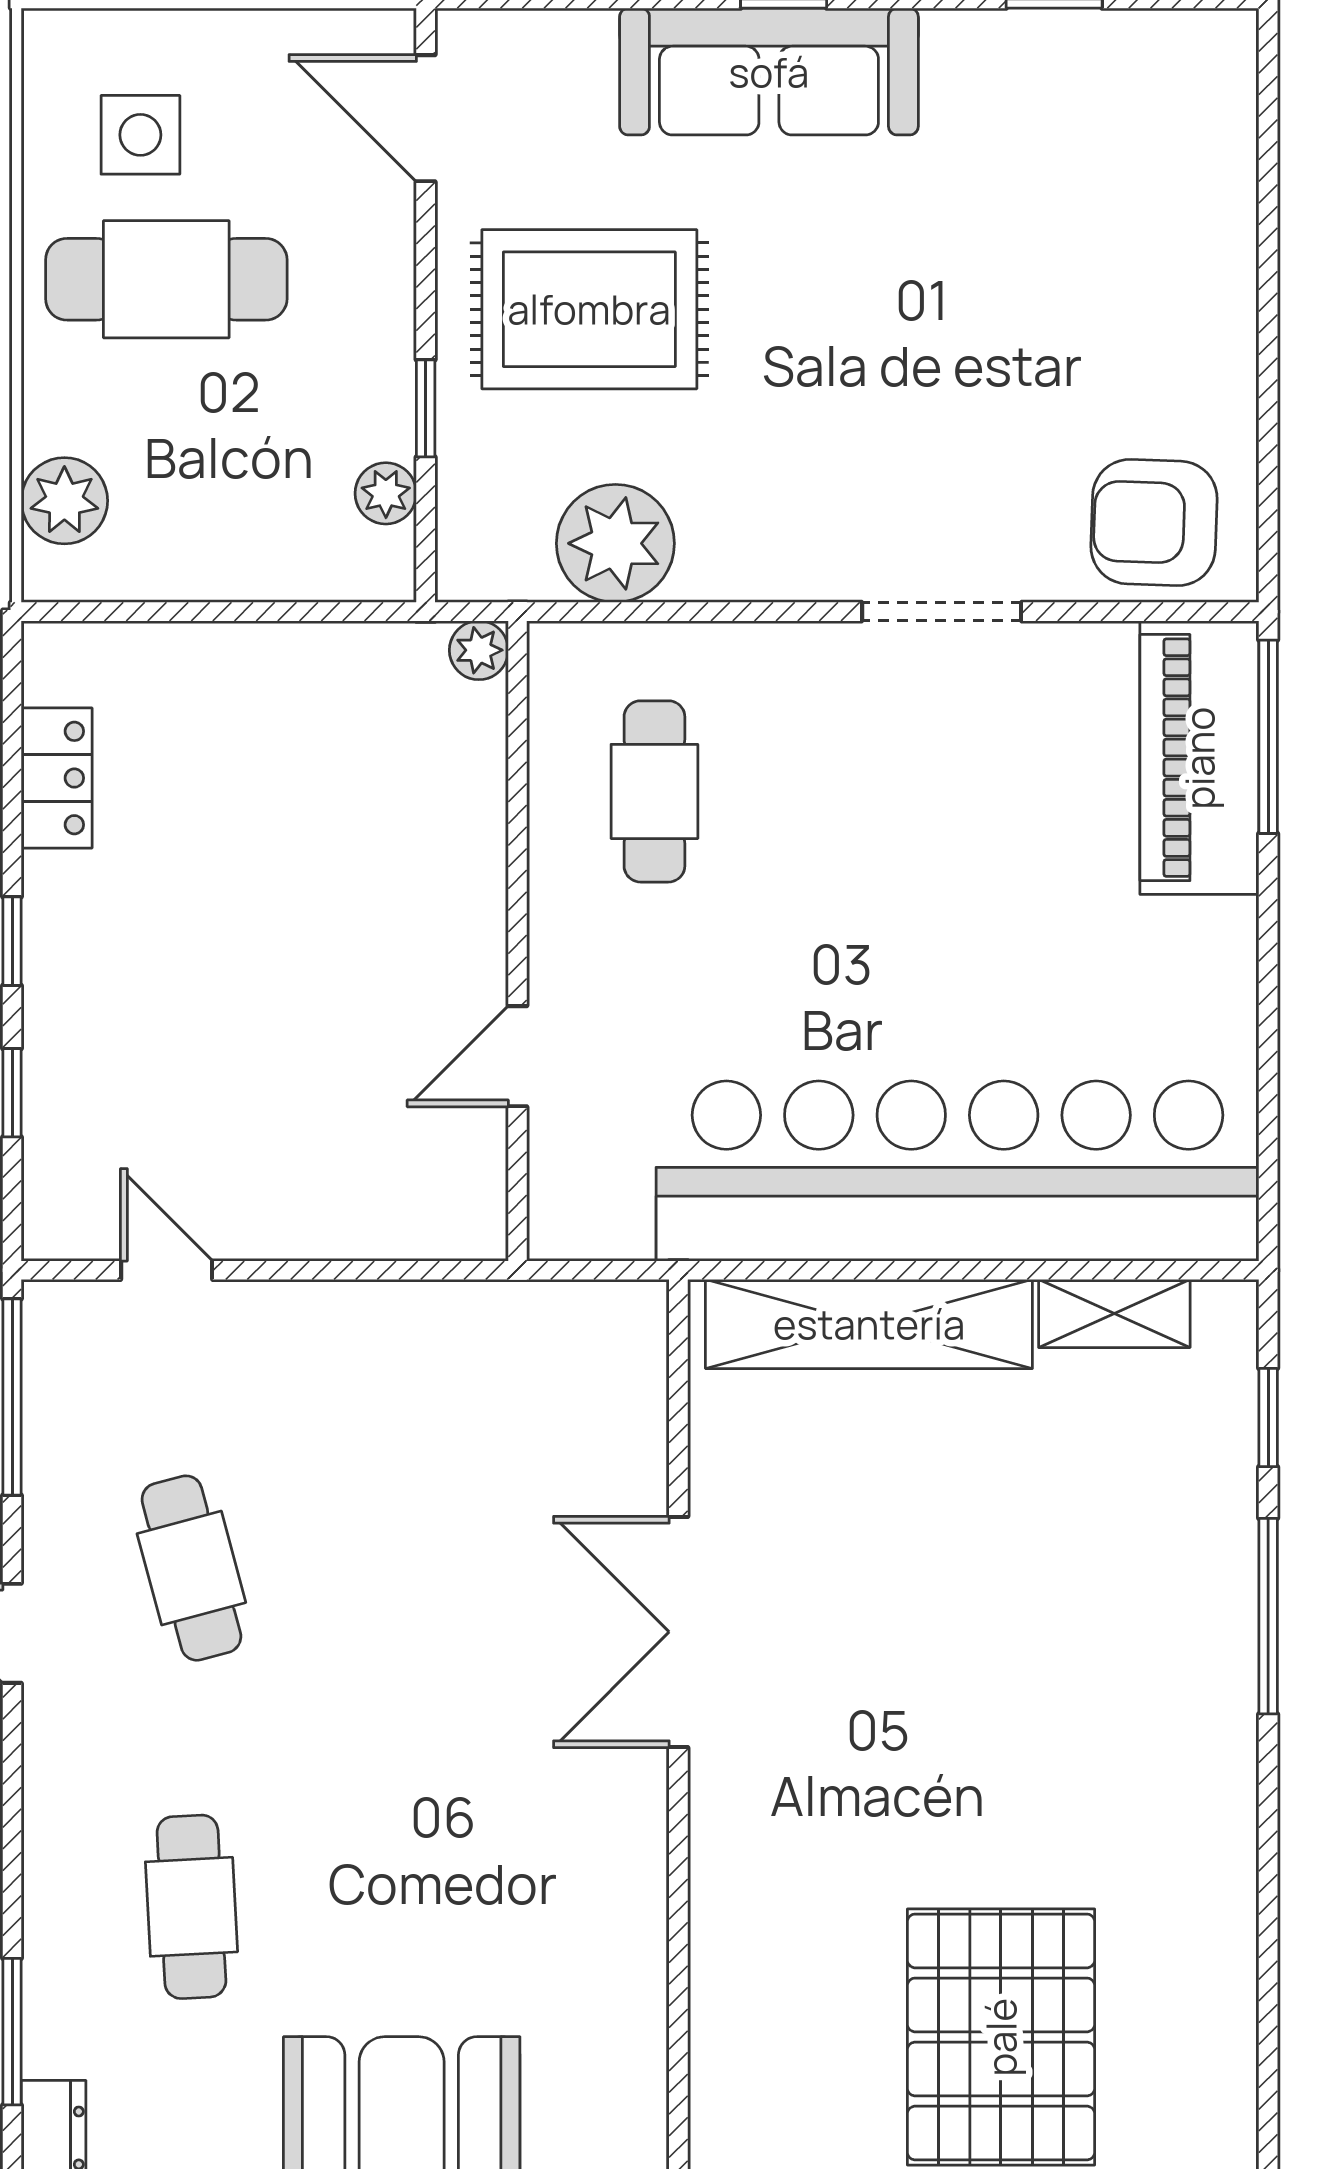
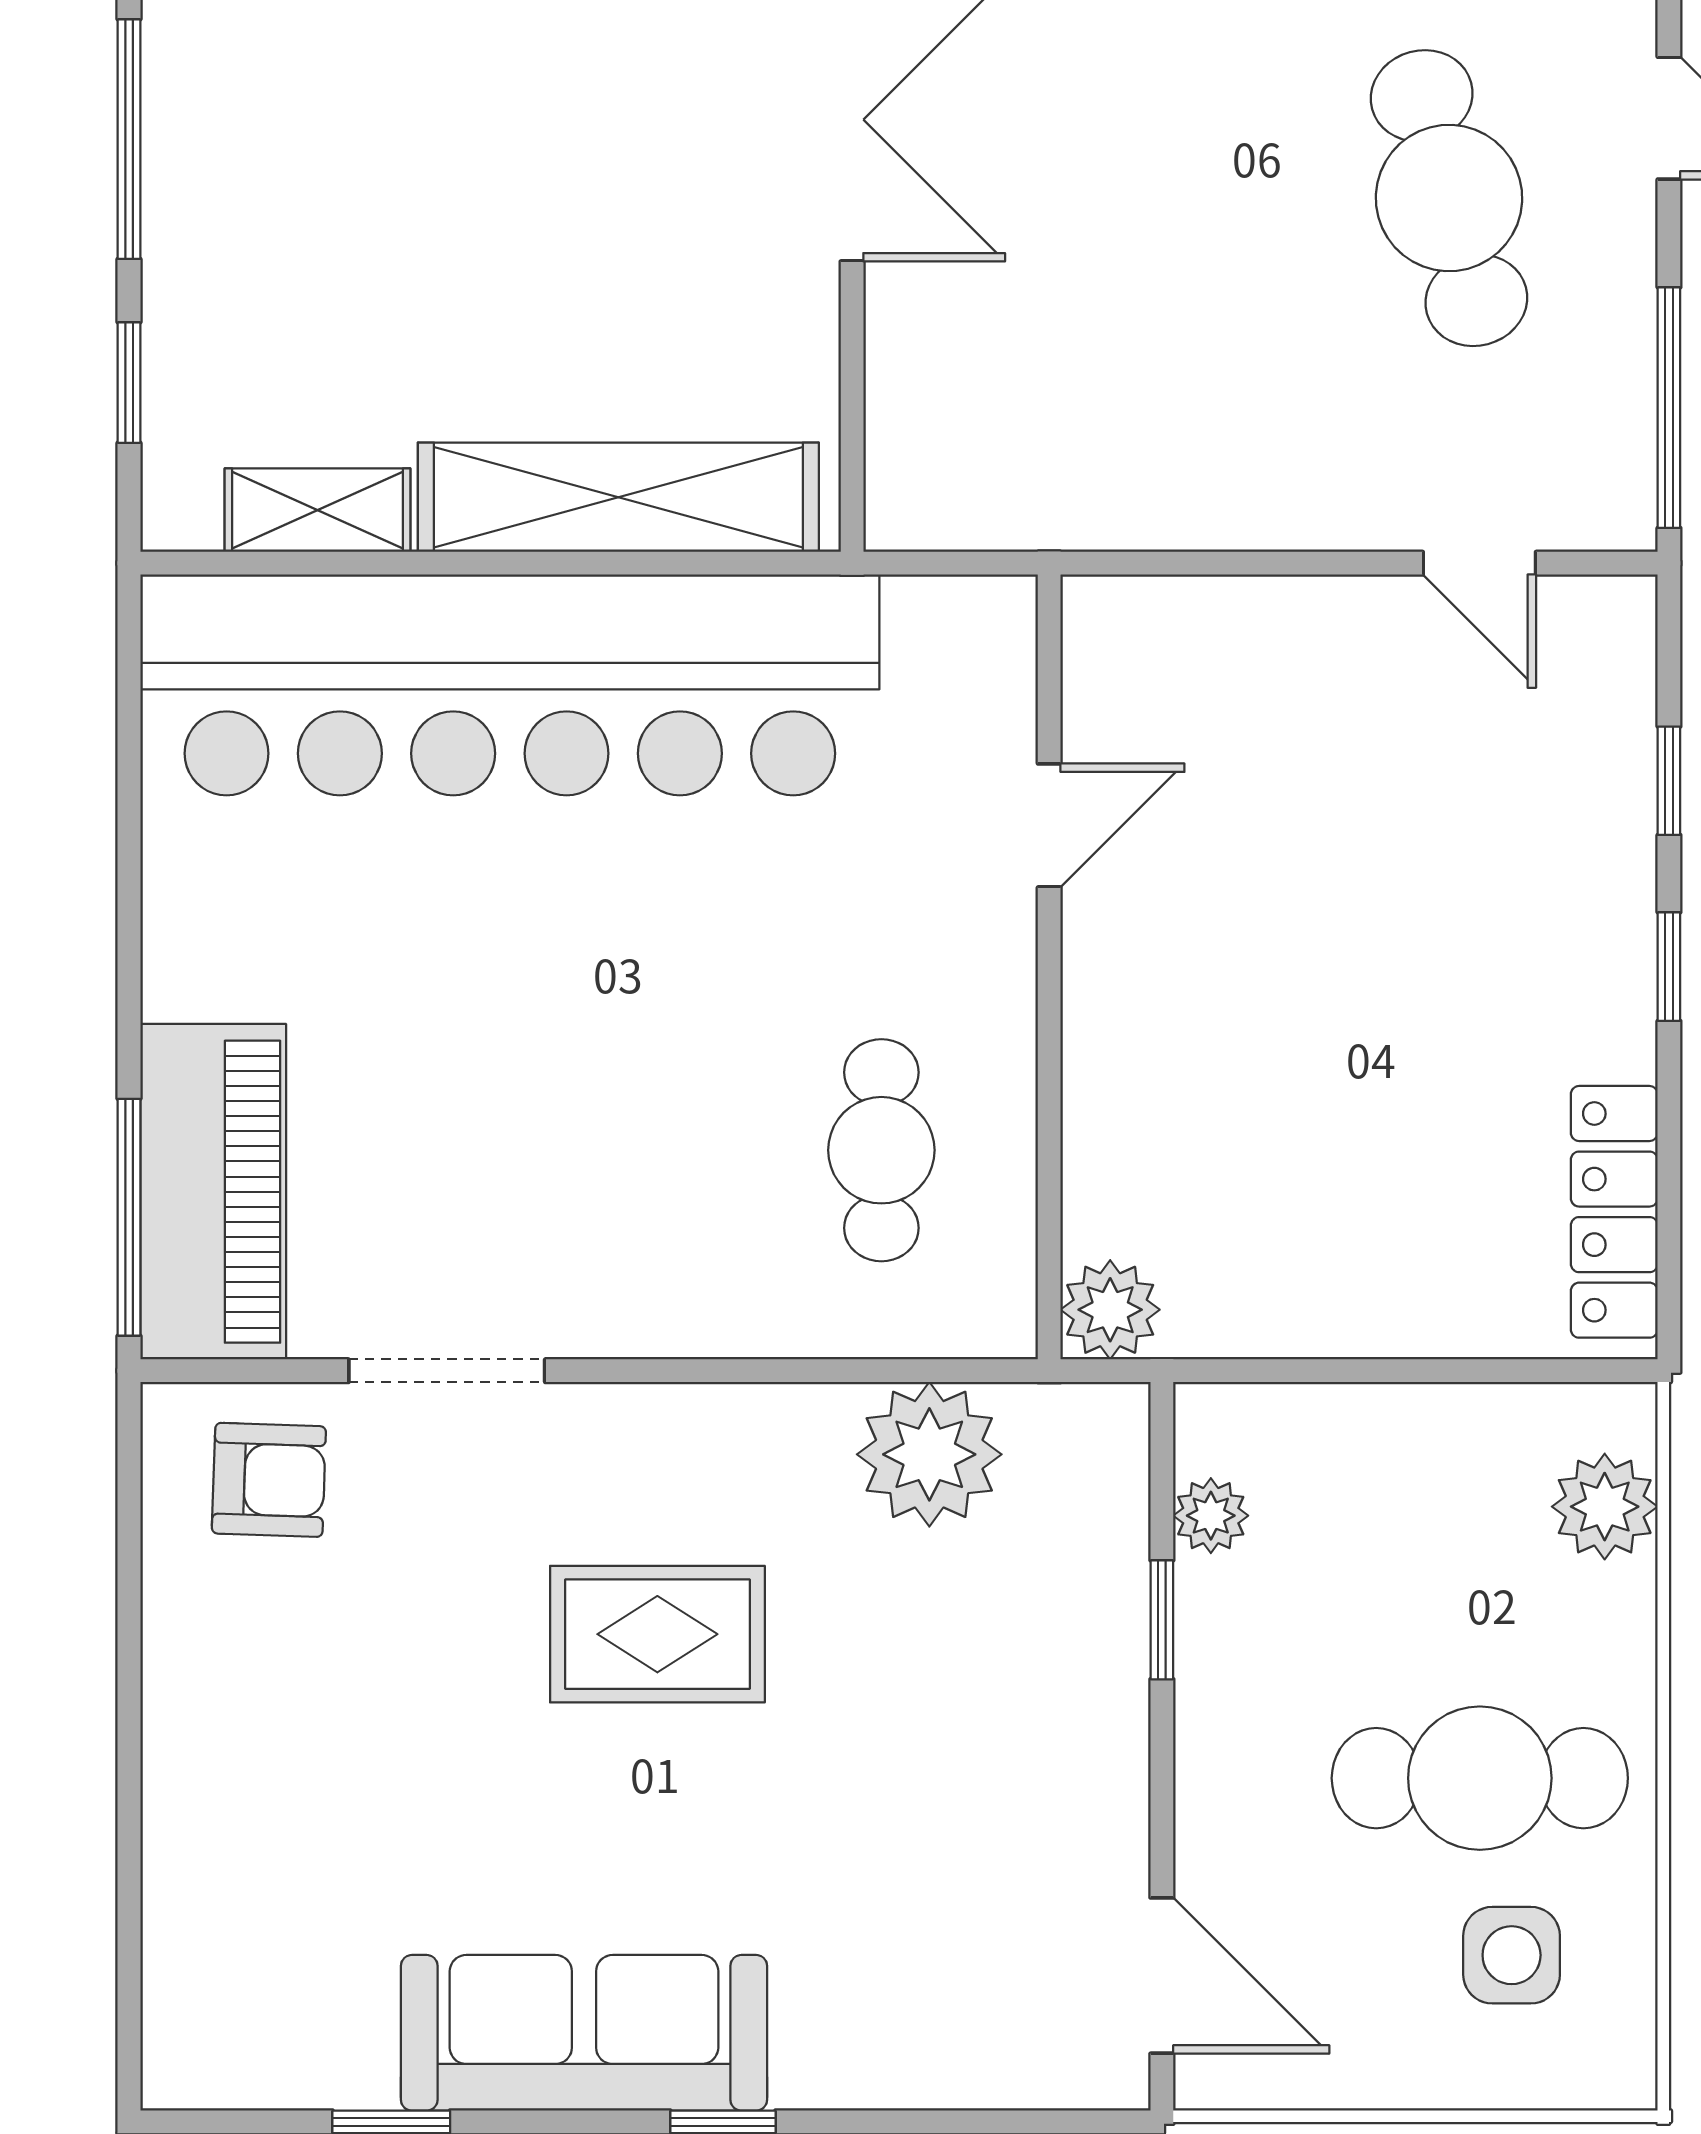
sofa: (769, 72) -> (584, 2033), moved
rug: (589, 309) -> (657, 1634), moved, width x0.73, depth x0.70
armchair: (1154, 523) -> (269, 1480), width x0.72, depth x0.72
doorway: (942, 612) -> (447, 1371), moved
plant: (479, 650) -> (1110, 1310), width x1.38, depth x1.38
locker: (57, 778) -> (1614, 1212), width x1.53
cafe table: (191, 1568) -> (1449, 198), width x1.37, depth x1.35

